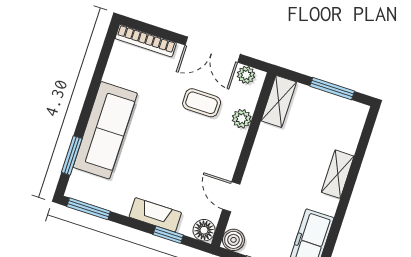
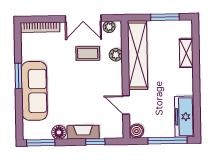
shelving: (279, 101) -> (138, 55), width x2.20, depth x1.33
window: (72, 155) -> (18, 76), moved
shelving: (338, 174) -> (186, 53), moved
floor lamp: (204, 230) -> (59, 132), moved

